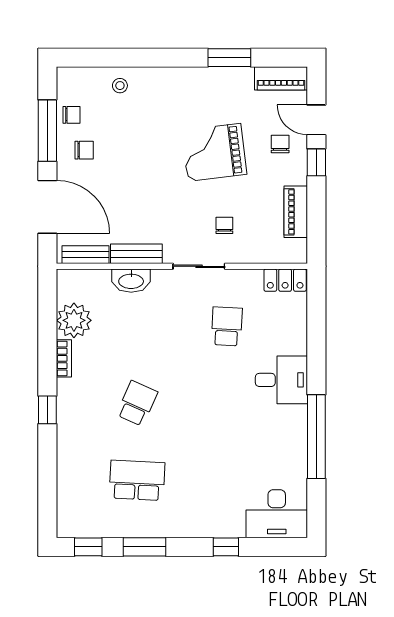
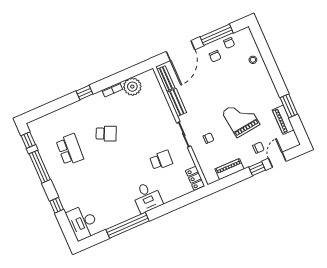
piano: (281, 78) -> (283, 120), moved
washbasin: (131, 281) -> (163, 105), removed
window: (144, 547) -> (40, 167), width x1.44

